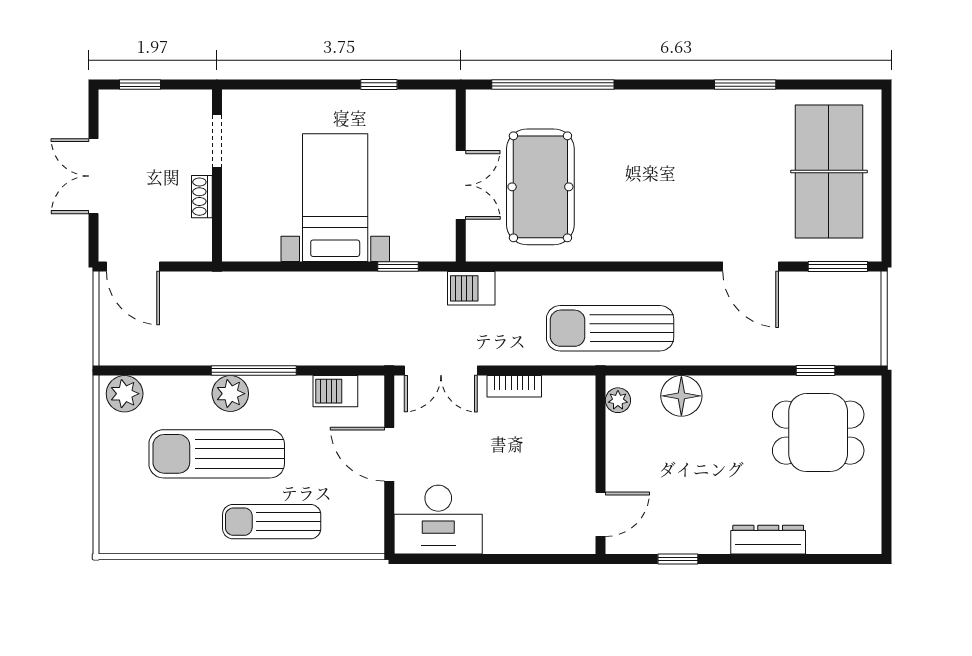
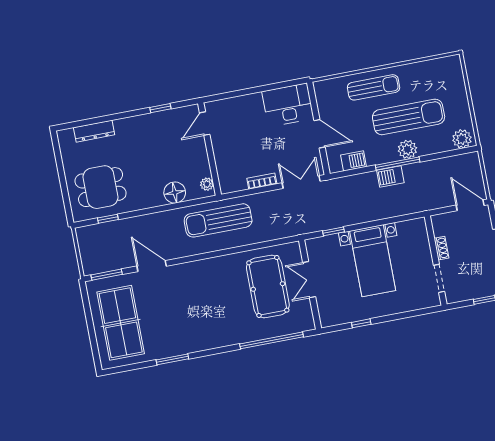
barbecue: (471, 288) -> (390, 176), moved, turned 180
sun lounger: (610, 328) -> (218, 220), turned 180
dresser: (768, 540) -> (94, 131), moved

